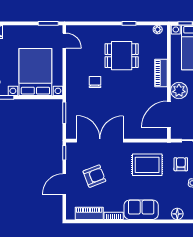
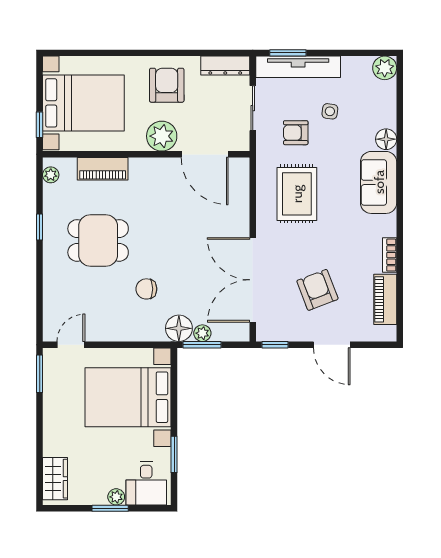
dining table: (122, 56) -> (98, 240), turned 90
piano: (161, 73) -> (103, 169), moved
floor lamp: (73, 100) -> (179, 328), added
plant: (71, 113) -> (202, 333), added
sofa: (141, 210) -> (379, 182), moved

